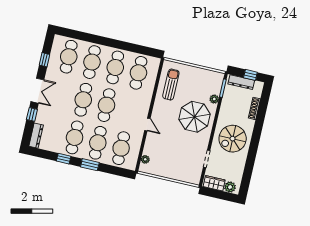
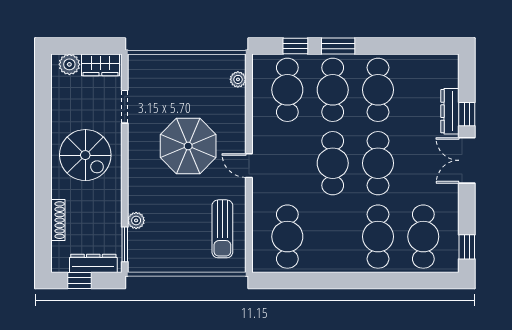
window: (45, 60) -> (467, 247), moved
cafe table: (115, 67) -> (333, 237), removed
parasol: (195, 117) -> (188, 146), moved
door: (147, 125) -> (249, 166), moved
dresser: (36, 136) -> (450, 111), moved
spiral stairs: (233, 139) -> (85, 155), turned 90
window: (64, 159) -> (295, 46), moved

